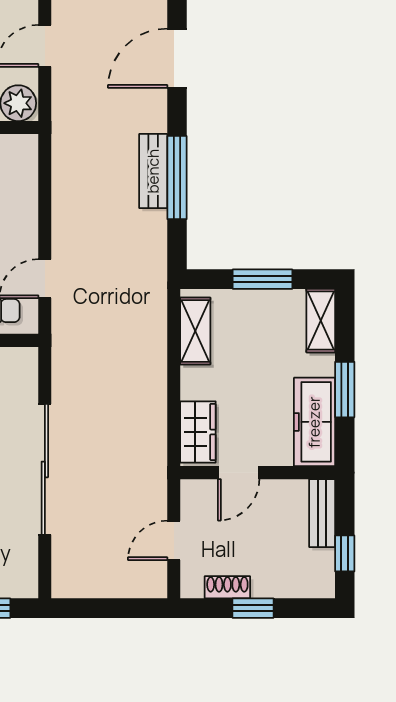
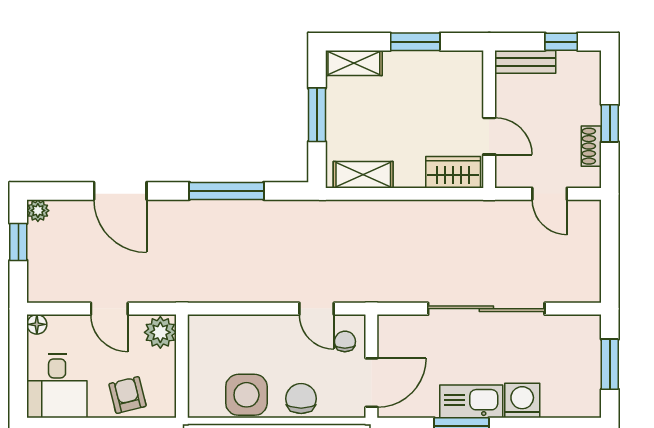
bench: (153, 171) -> (221, 212), removed
freezer: (314, 422) -> (444, 69), removed

